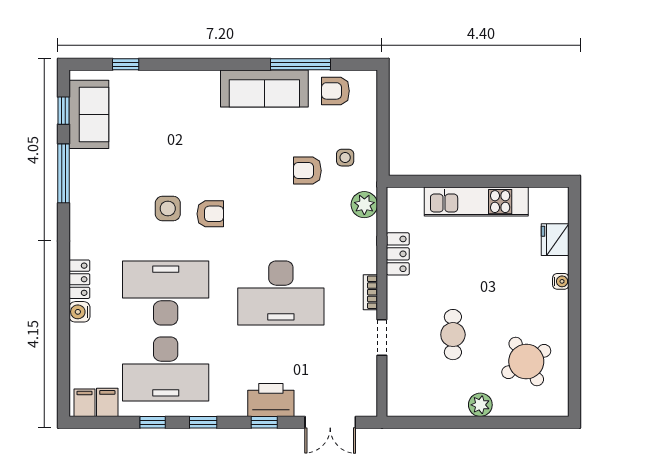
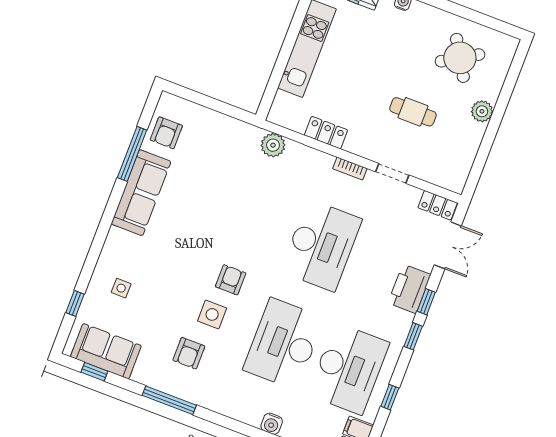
side table: (345, 158) -> (121, 288), moved
armchair: (307, 171) -> (189, 353), moved
window: (63, 173) -> (169, 400), moved
locker: (79, 279) -> (438, 205), moved, turned 180
window: (203, 422) -> (413, 336), moved

